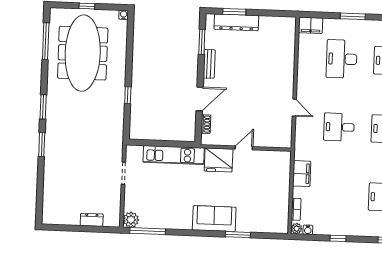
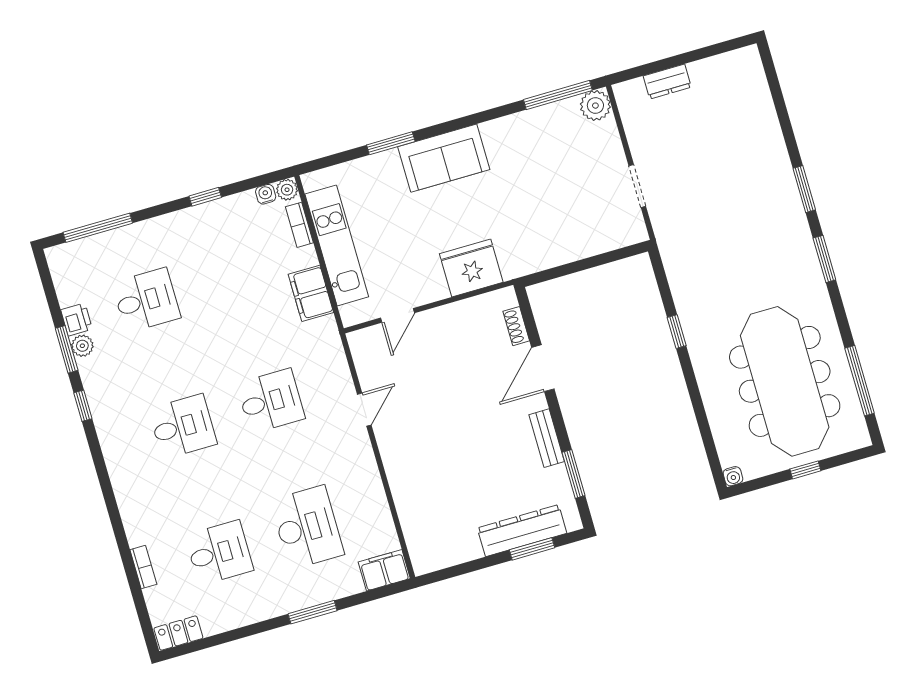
door: (294, 108) -> (364, 410), swing flipped
door: (244, 148) -> (397, 315), moved
kitchen unit: (174, 155) -> (337, 245), moved, turned 90

